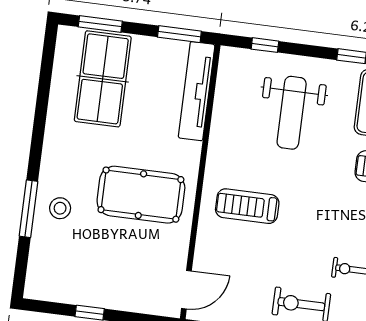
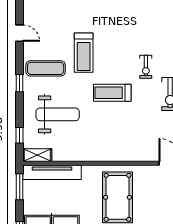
shelving: (228, 70) -> (37, 155), added
treadmill: (247, 206) -> (112, 93), moved, turned 90

